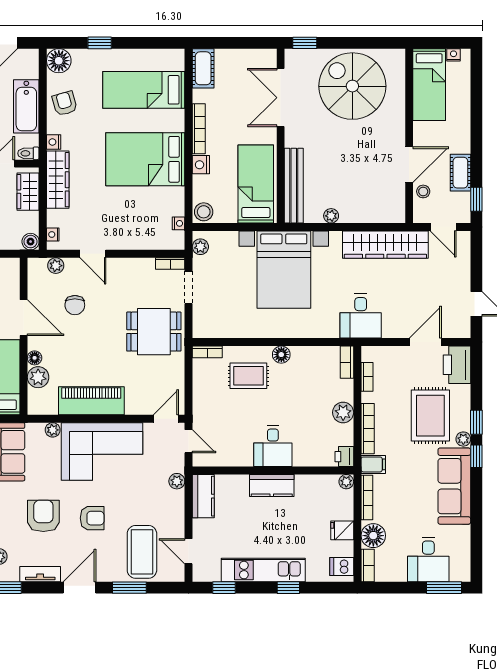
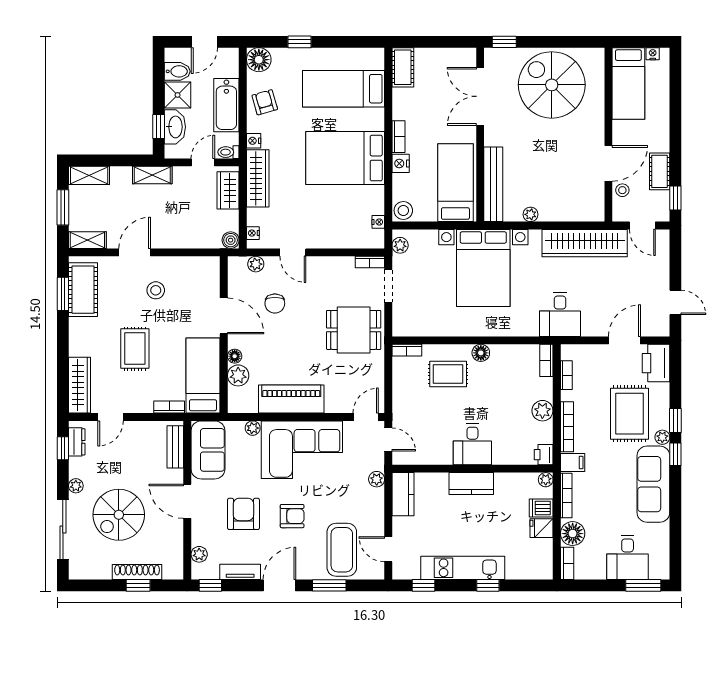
bookcase: (199, 129) -> (399, 137), width x0.64
dishwasher: (342, 566) -> (541, 508), moved

